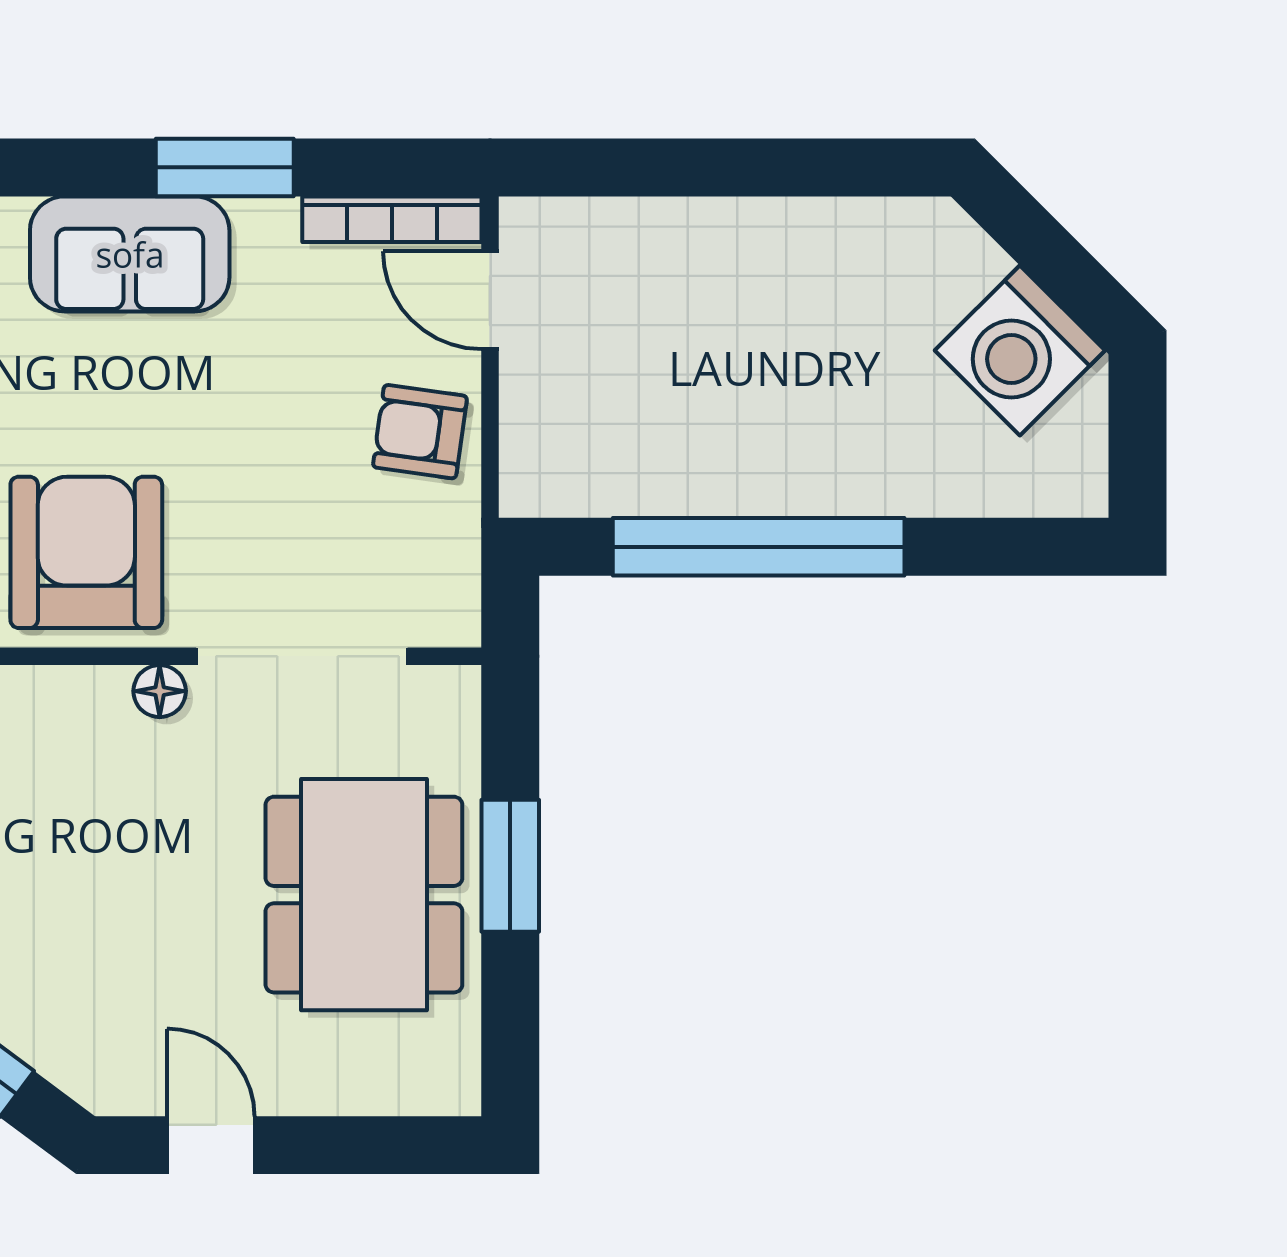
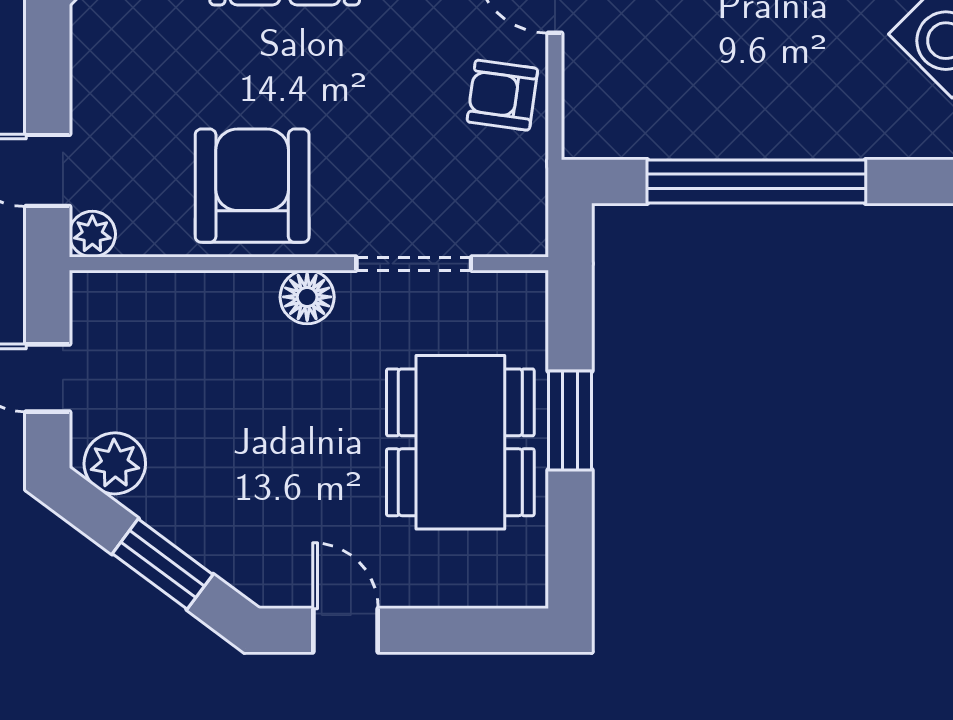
doorway: (302, 656) -> (414, 264), width x0.73
floor lamp: (160, 691) -> (307, 297), width x1.37, depth x1.37

